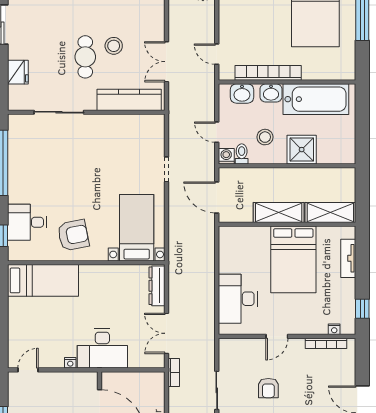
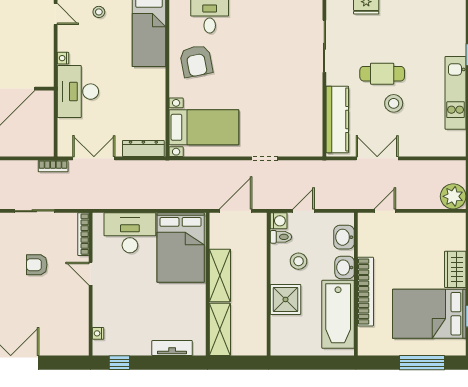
bookcase: (268, 73) -> (365, 292), moved
bed: (293, 259) -> (181, 247), moved, turned -90
stool: (26, 328) -> (99, 12), added
bookcase: (326, 343) -> (83, 234), moved

